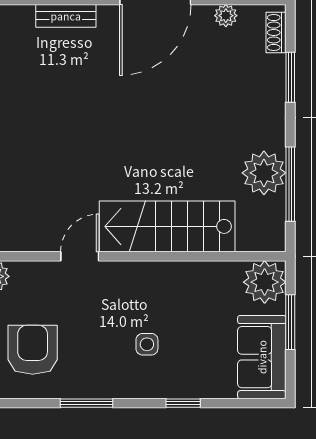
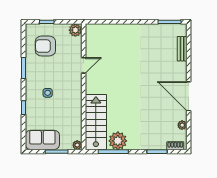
bench: (66, 16) -> (182, 49), moved
stairs: (167, 226) -> (96, 122), moved
door: (80, 256) -> (84, 65), hinge flipped
plant: (265, 282) -> (77, 145), width x0.53, depth x0.53
armchair: (33, 350) -> (45, 46), turned 180

